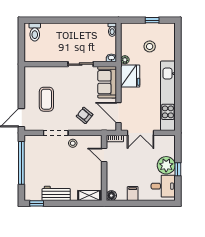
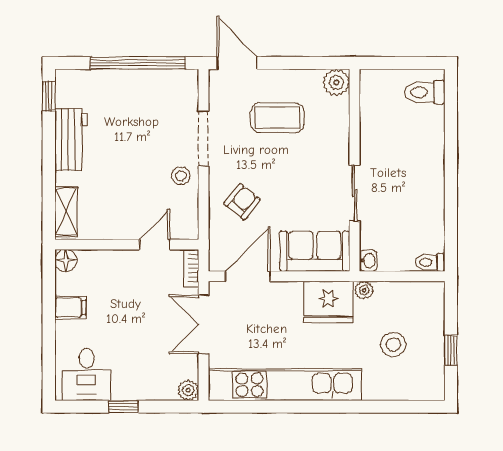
plant: (30, 72) -> (336, 82), added
plant: (166, 165) -> (188, 390), moved, width x0.53, depth x0.53

